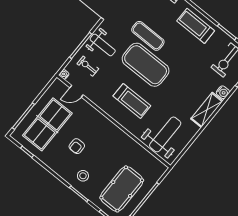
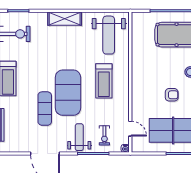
water cooler: (223, 92) -> (41, 17), removed
treadmill: (132, 101) -> (104, 81), turned 180
weight bench: (165, 134) -> (109, 35), turned -90

